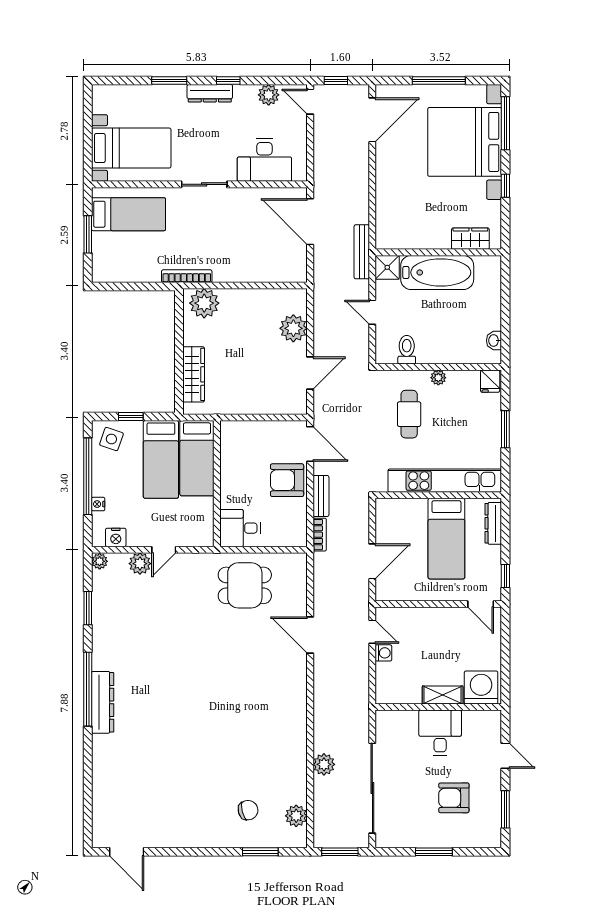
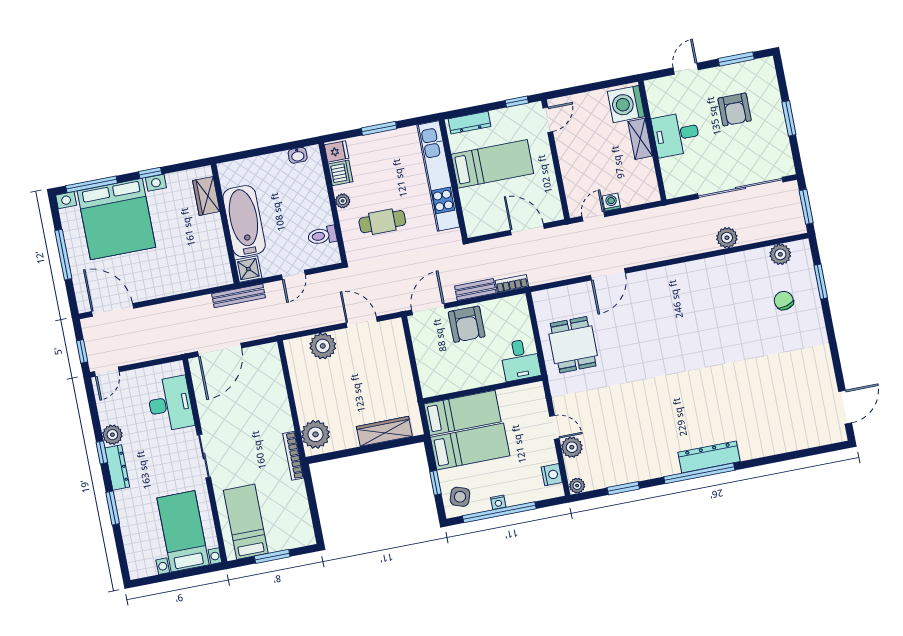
plant: (269, 95) -> (112, 435), moved
dishwasher: (467, 381) -> (340, 173), added
nightstand: (98, 504) -> (498, 502), moved

